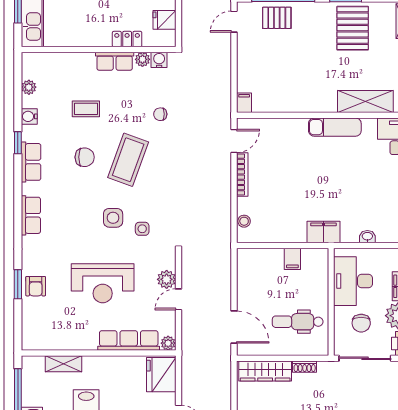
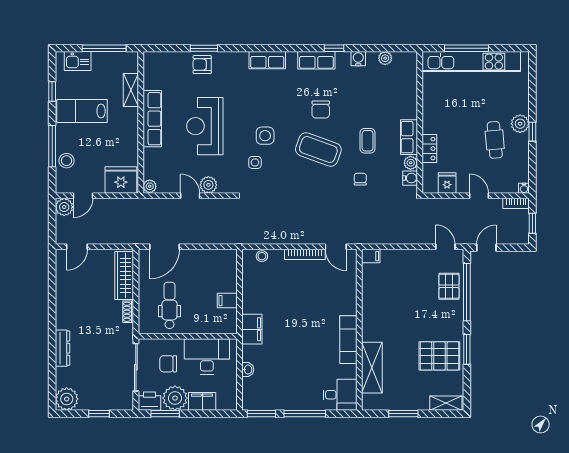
coffee table: (86, 109) -> (368, 141), moved
row of seats: (129, 341) -> (152, 119), moved

